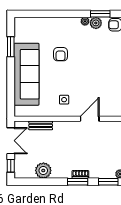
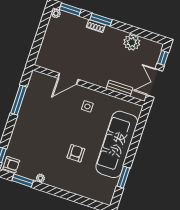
plant: (96, 23) -> (30, 173), removed

